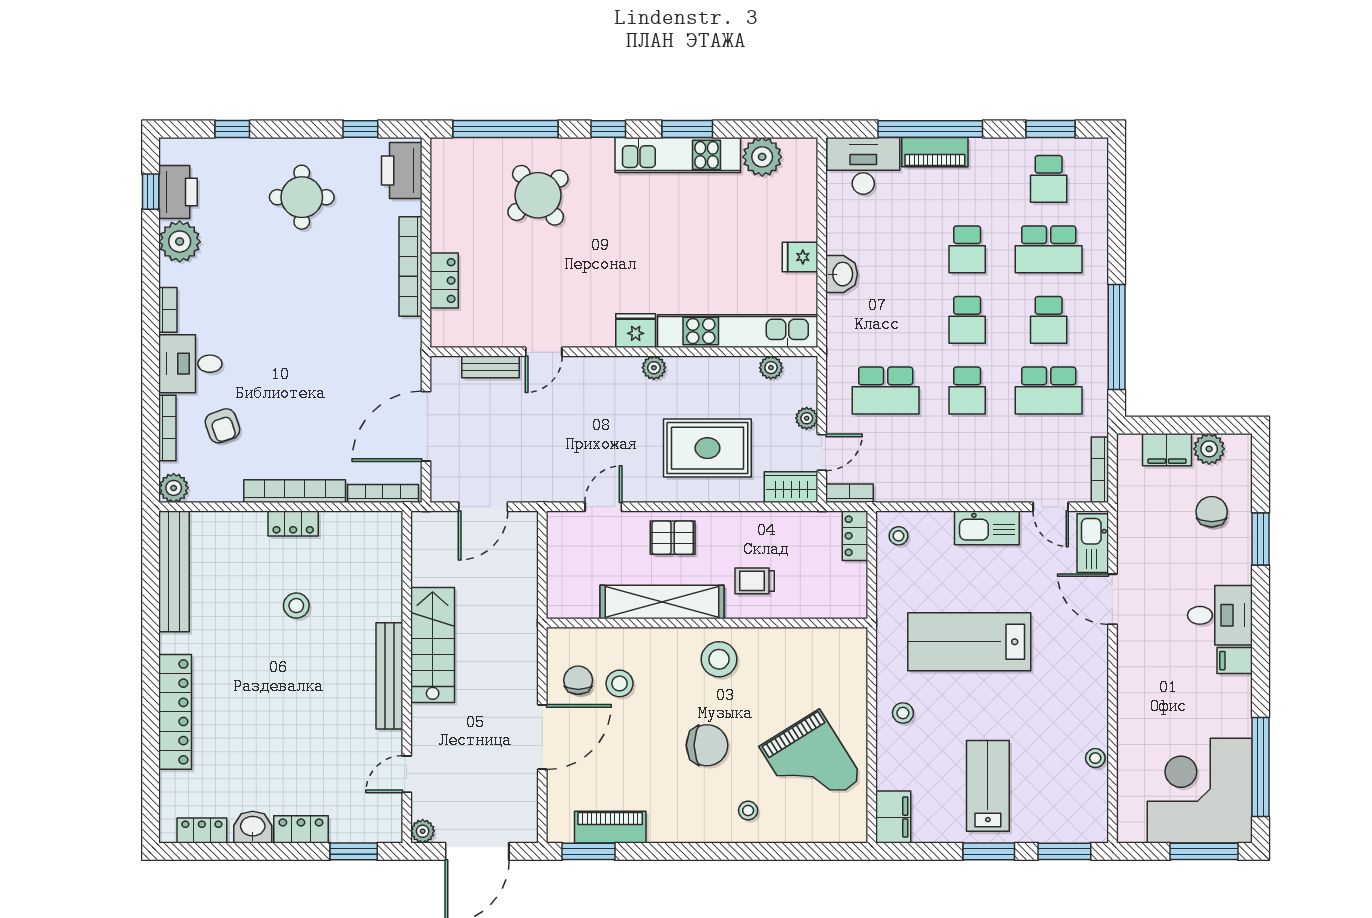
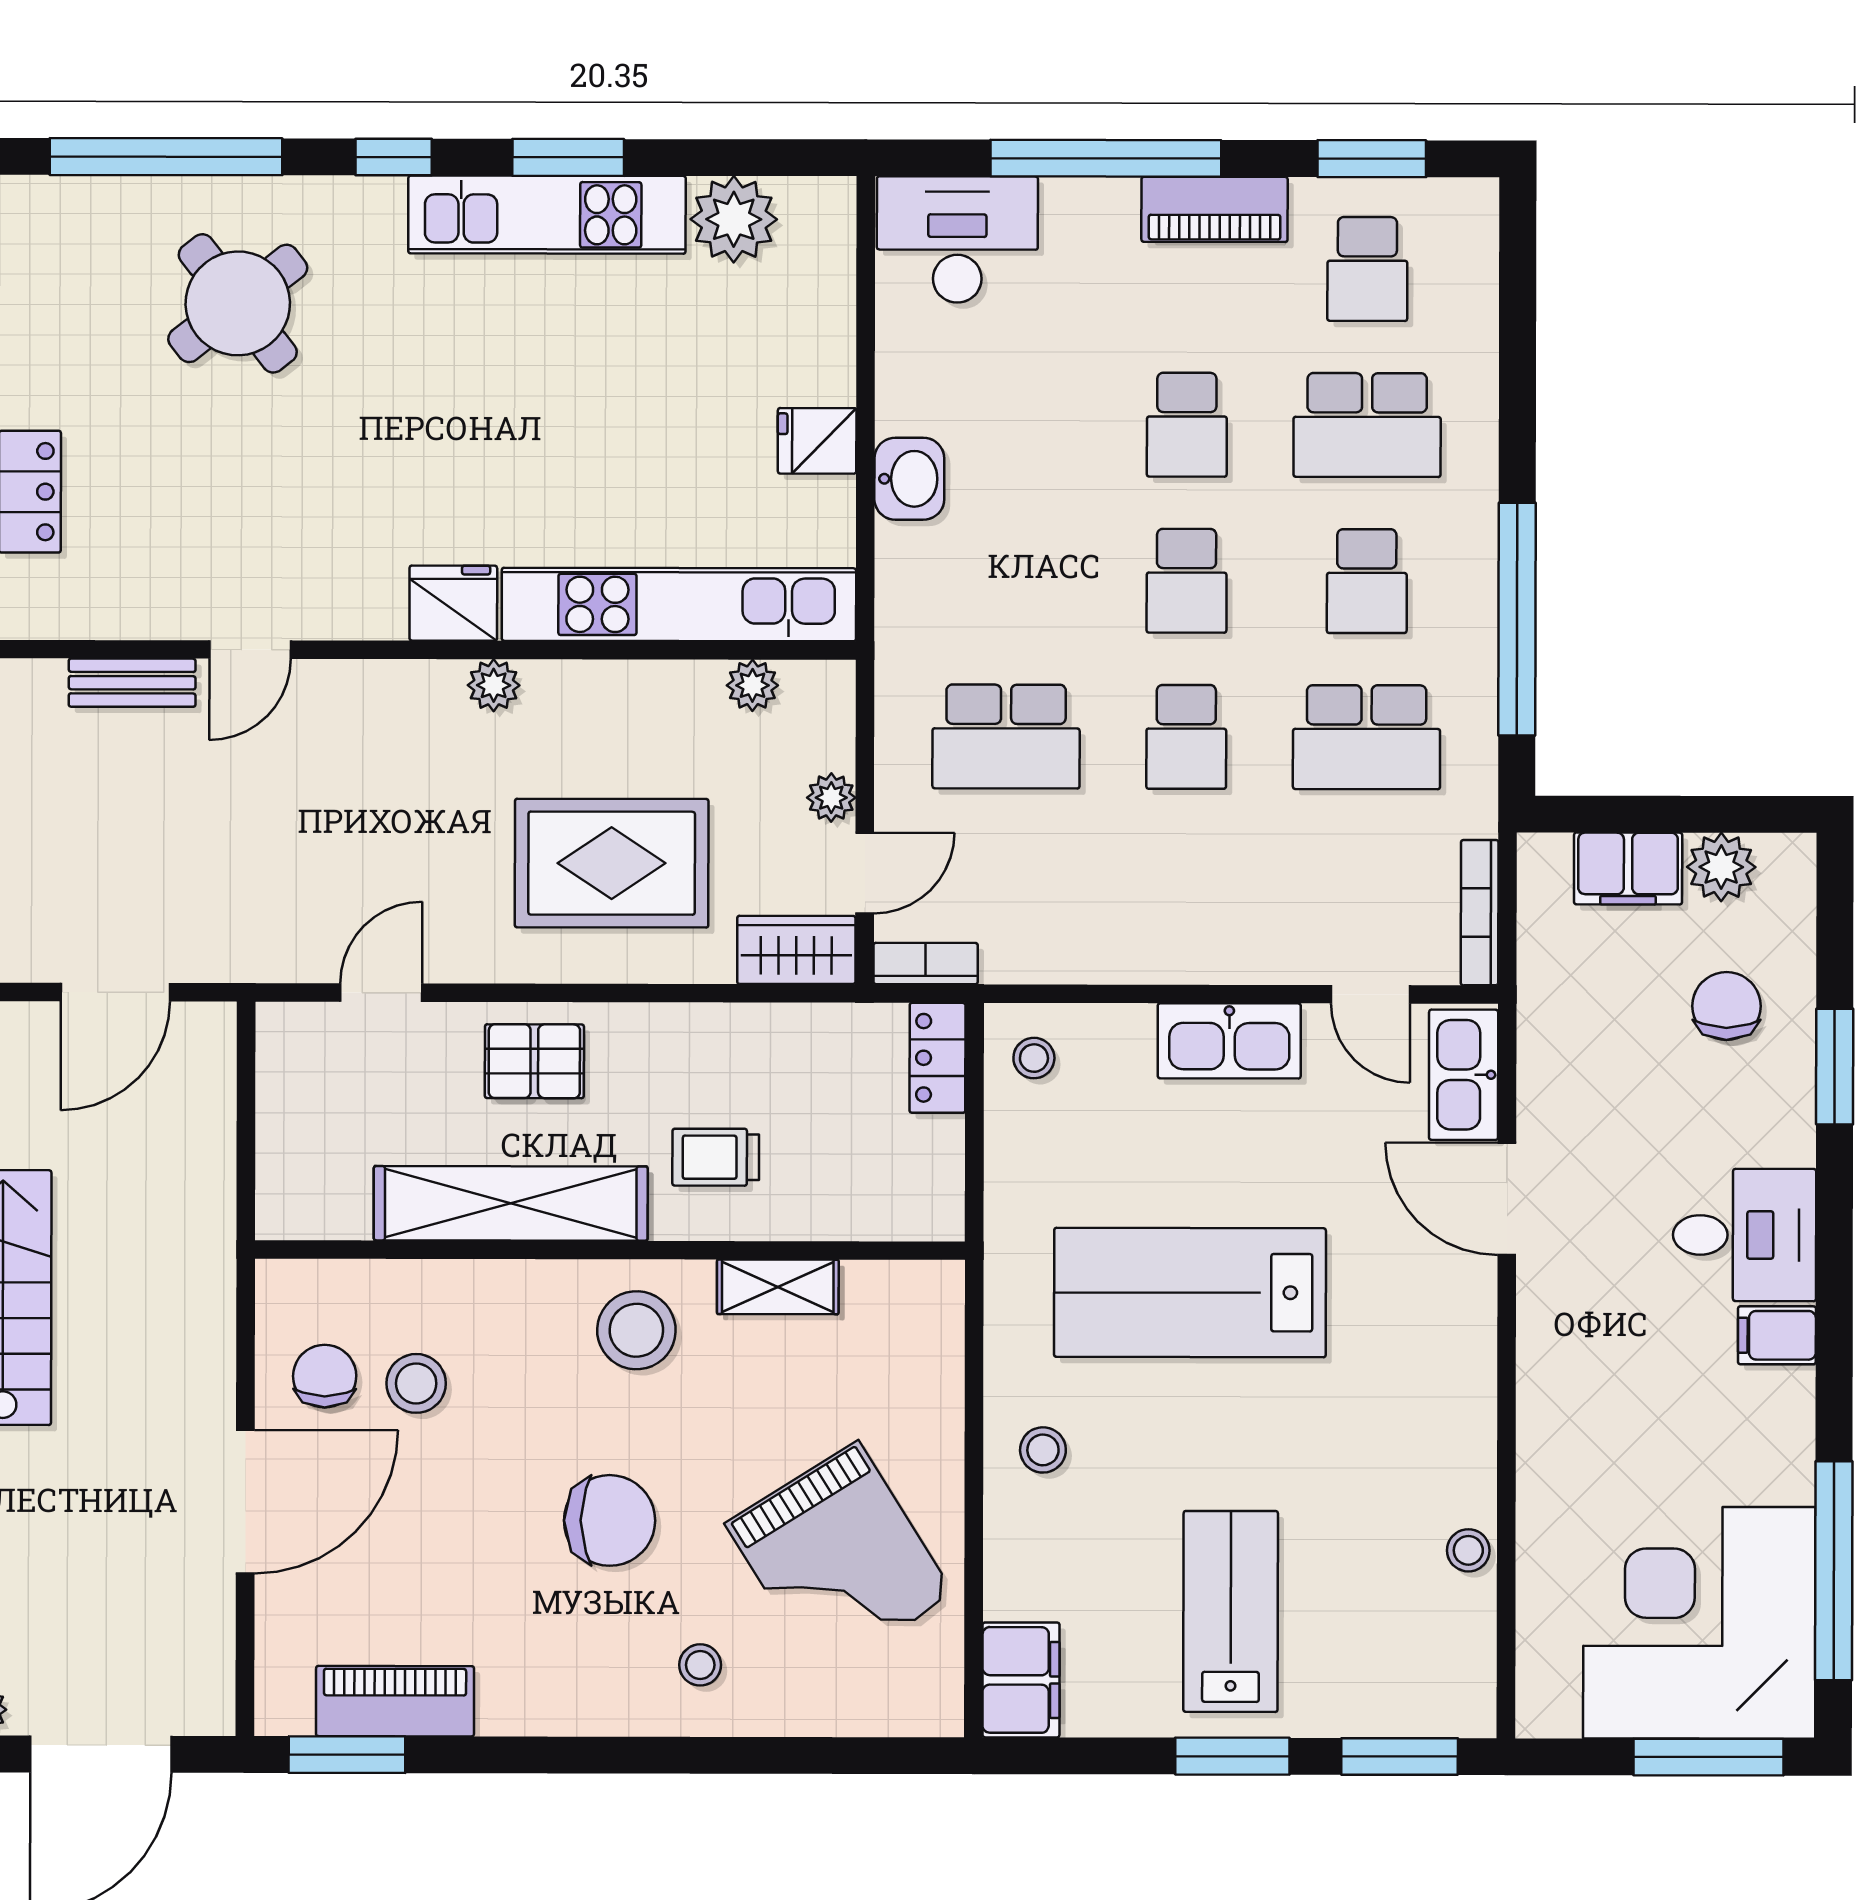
piano: (935, 152) -> (1215, 209), moved
shelving: (783, 639) -> (778, 1287), added

